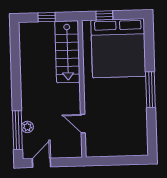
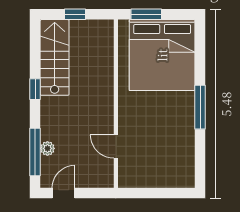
window: (104, 15) -> (146, 14), width x1.50
stairs: (67, 52) -> (55, 57), moved, turned 180
window: (16, 79) -> (35, 89), added

